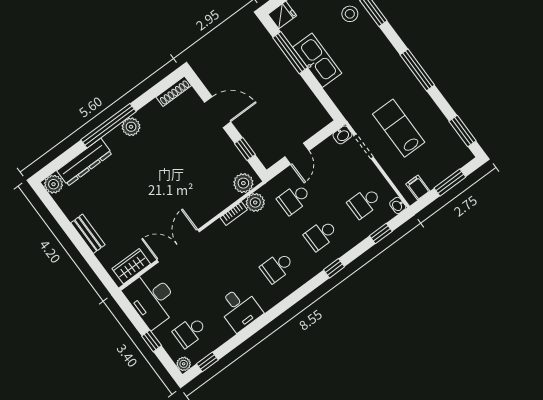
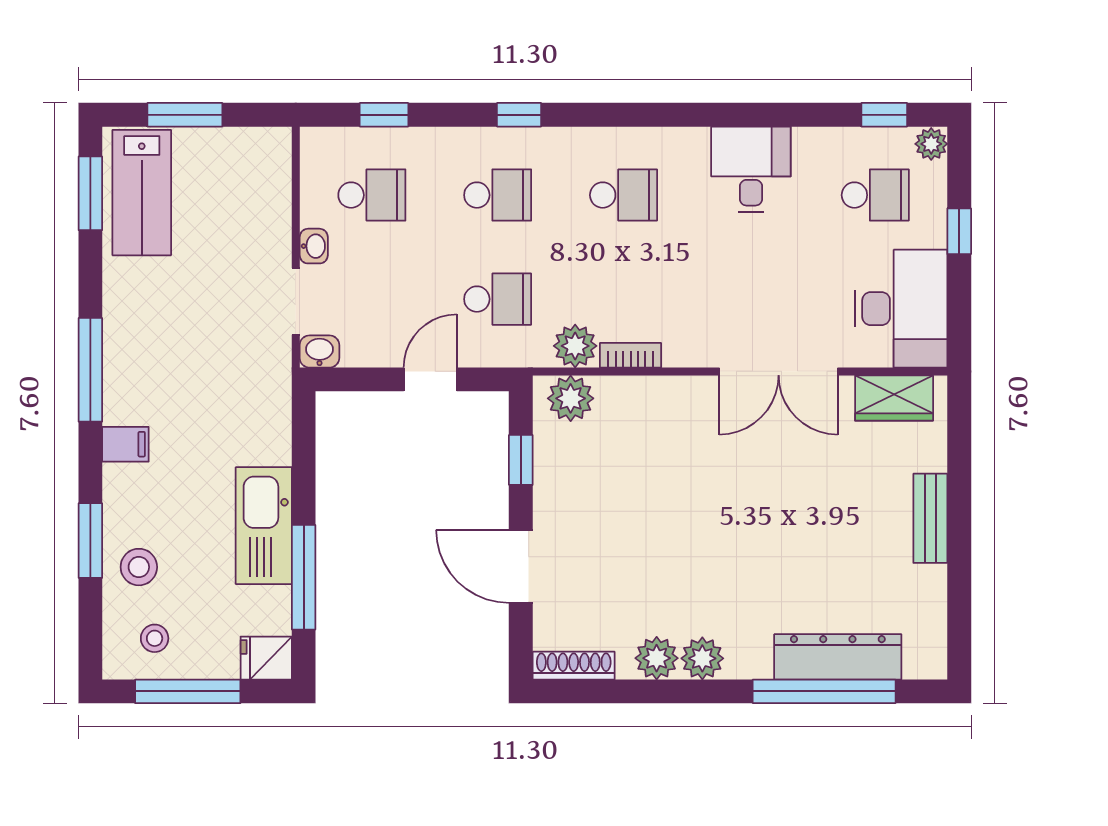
window: (109, 126) -> (824, 691), moved
lab bench: (399, 128) -> (142, 193), moved
plant: (54, 184) -> (657, 658), moved
filing cabinet: (418, 187) -> (125, 444), moved, turned -90
washbasin: (398, 205) -> (314, 246), moved

